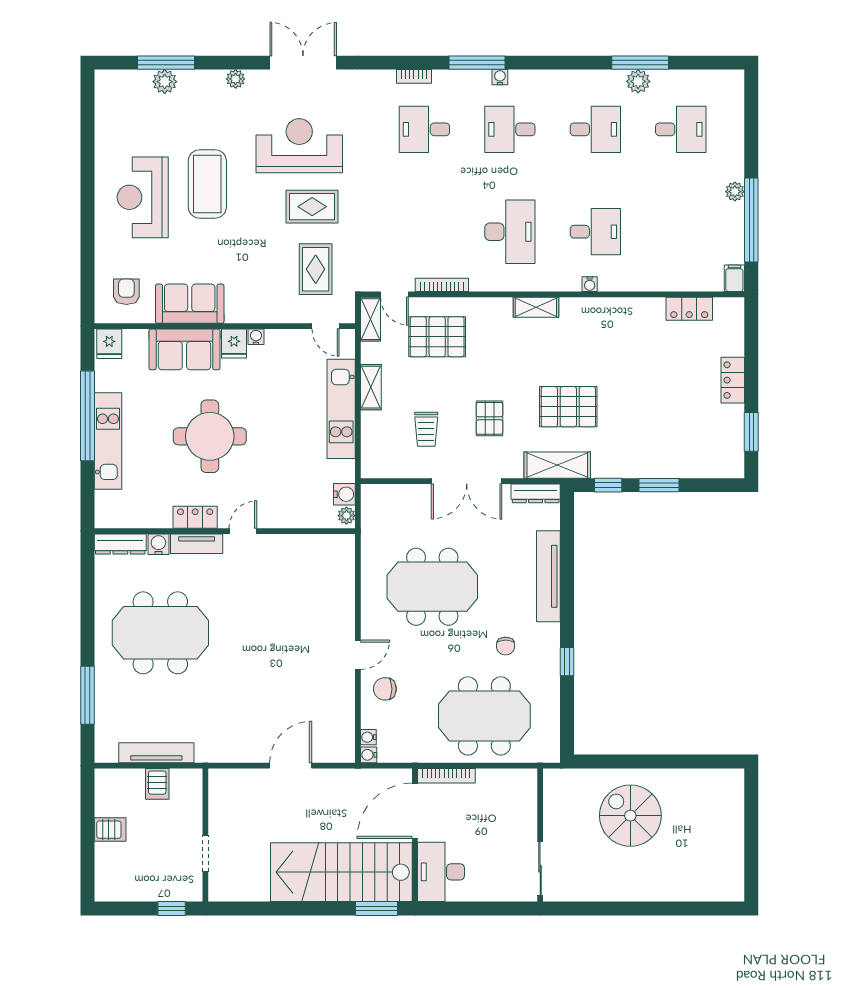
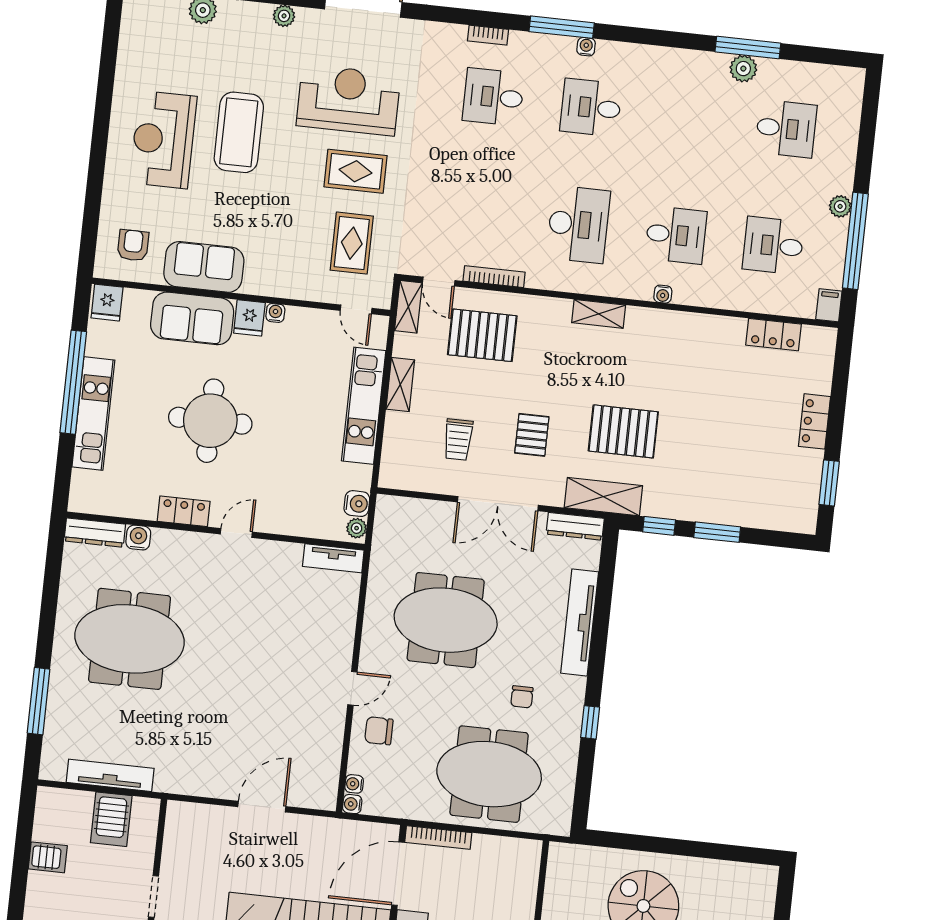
desk: (595, 129) -> (773, 246), moved, turned 180
tv unit: (197, 544) -> (333, 558), moved
server rack: (157, 784) -> (111, 819), width x1.36, depth x1.44

